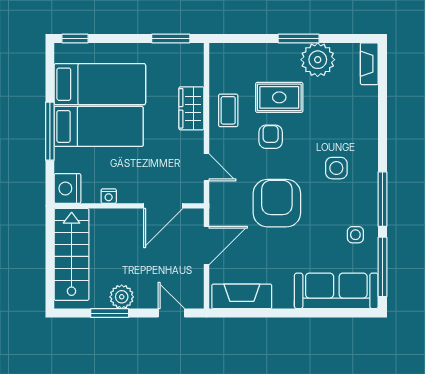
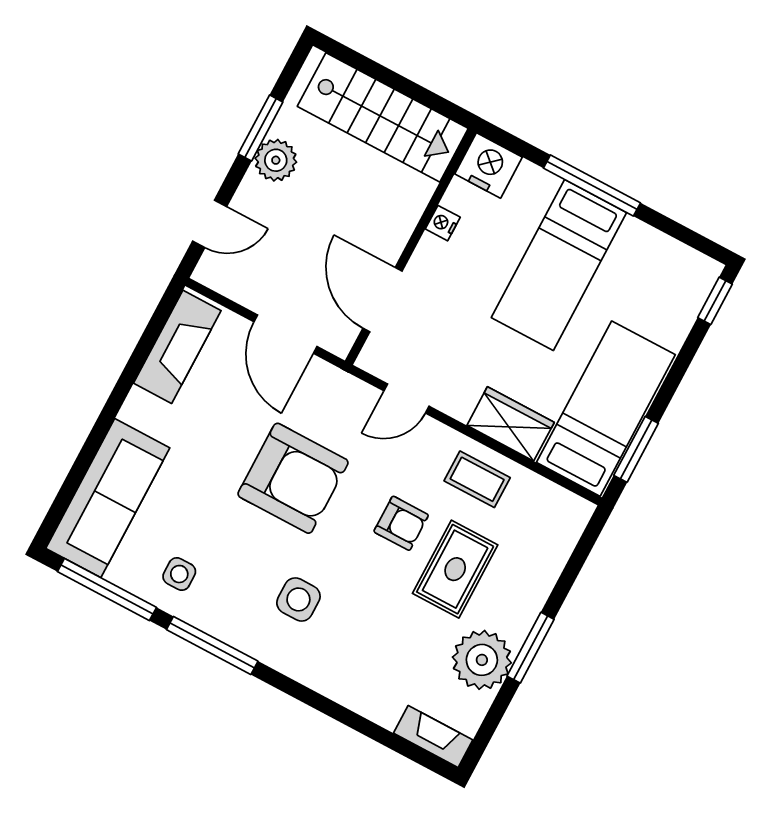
bed: (100, 84) -> (606, 409), moved, turned 180

